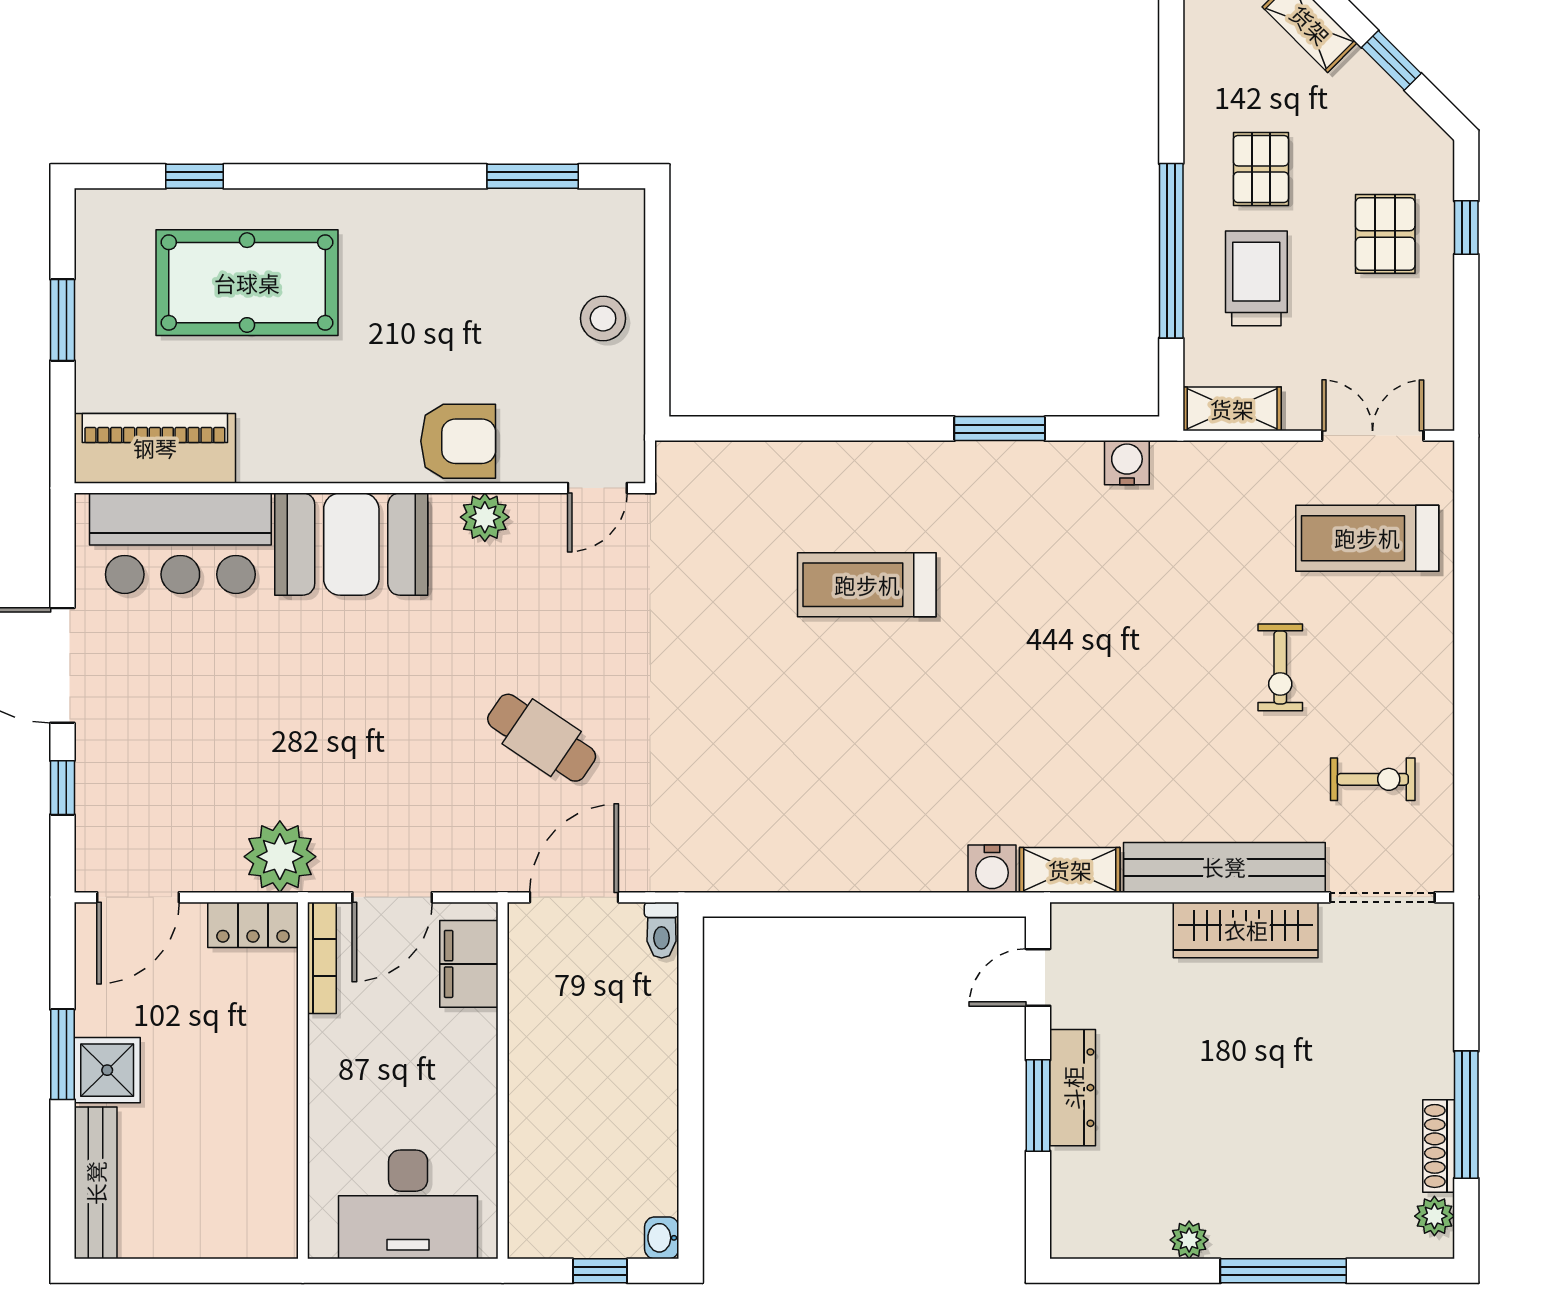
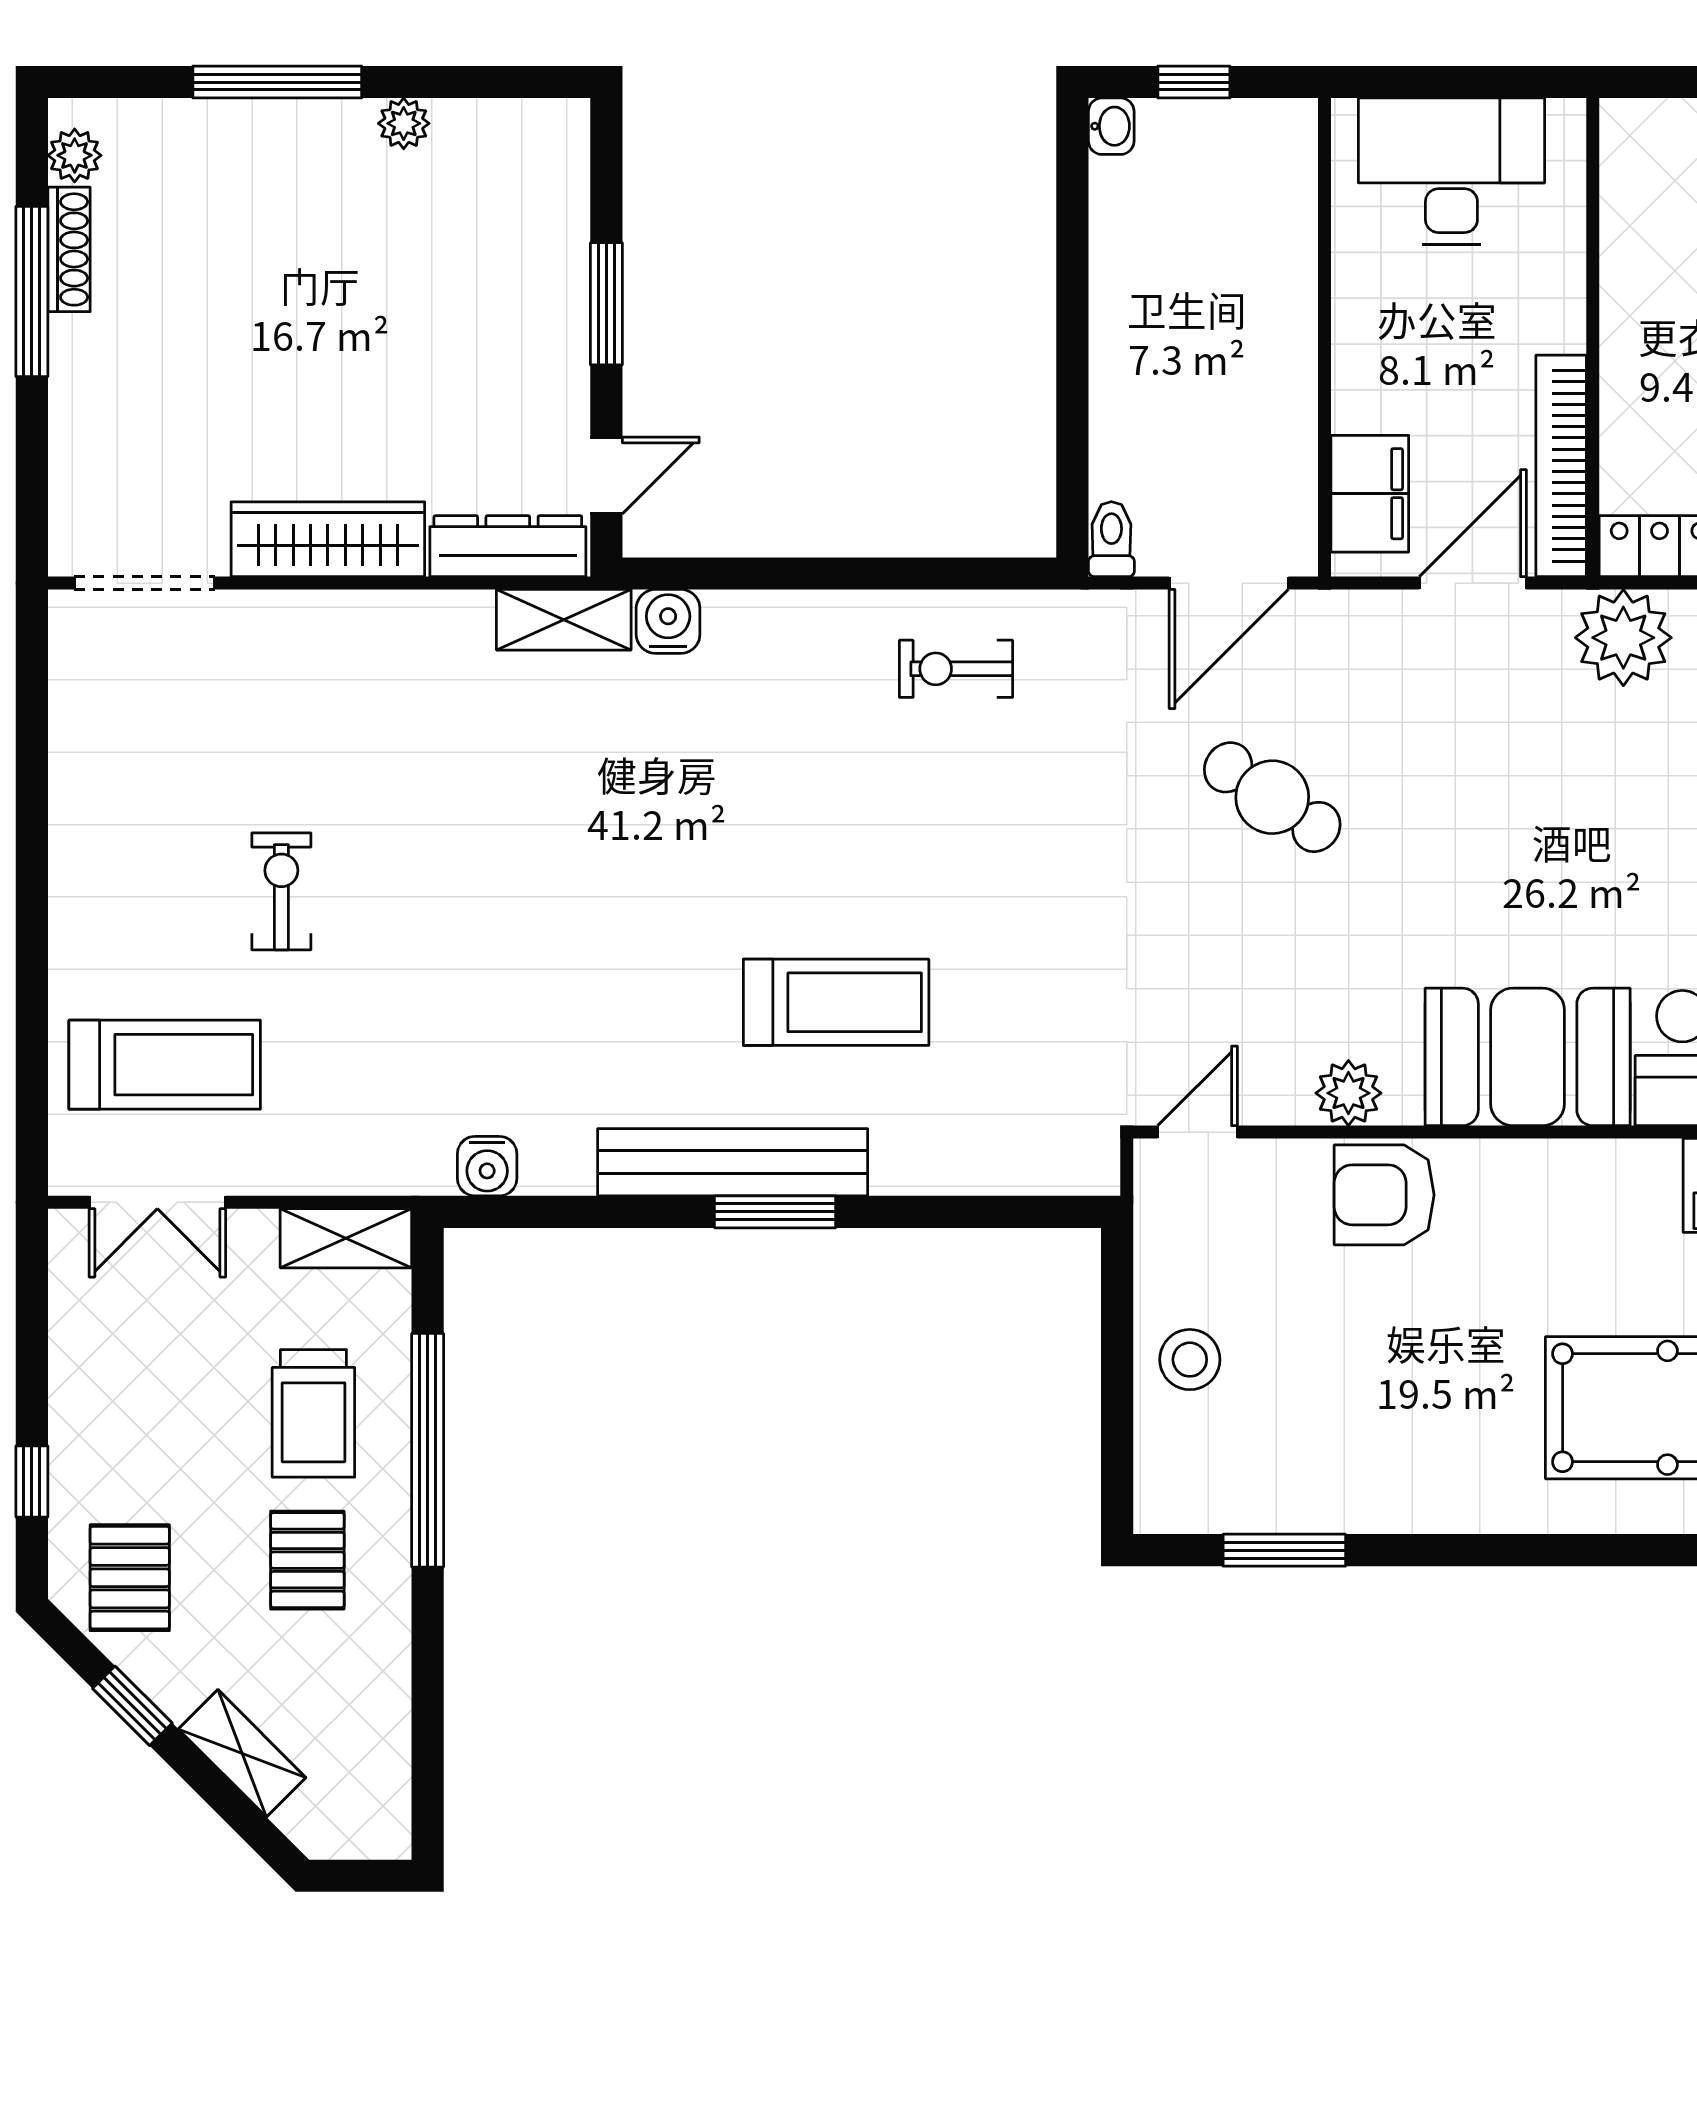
pallet: (1385, 234) -> (130, 1578), moved
window: (1000, 429) -> (775, 1212), moved
exercise bike: (1373, 779) -> (956, 669), moved
bench: (1224, 867) -> (733, 1162), moved
bookcase: (322, 958) -> (1561, 466), width x1.48, depth x1.31
dresser: (1073, 1088) -> (508, 546), moved, turned 90

